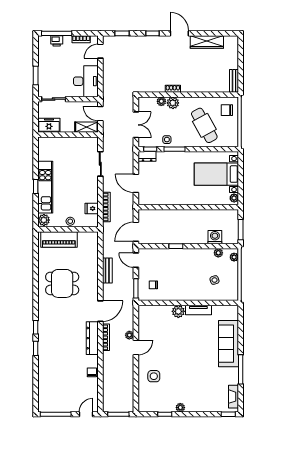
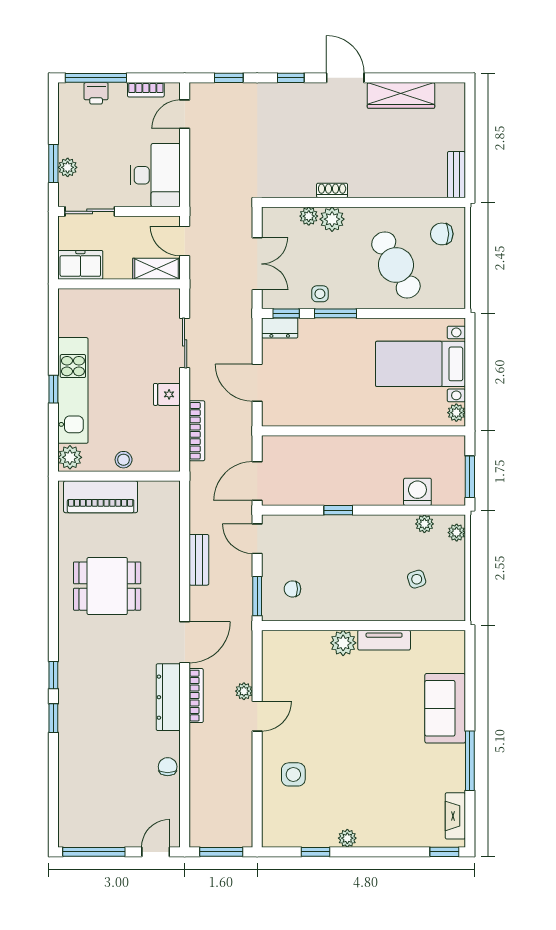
plant: (43, 77) -> (68, 167), added
fridge: (92, 208) -> (167, 394), moved
sofa: (229, 344) -> (445, 708), width x0.73

